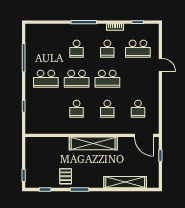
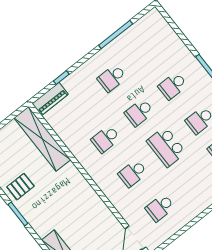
school desk: (46, 79) -> (112, 78), width x0.54
school desk: (77, 79) -> (139, 112), width x0.54
piano: (31, 122) -> (50, 99), added
shelving: (93, 143) -> (42, 139), moved

